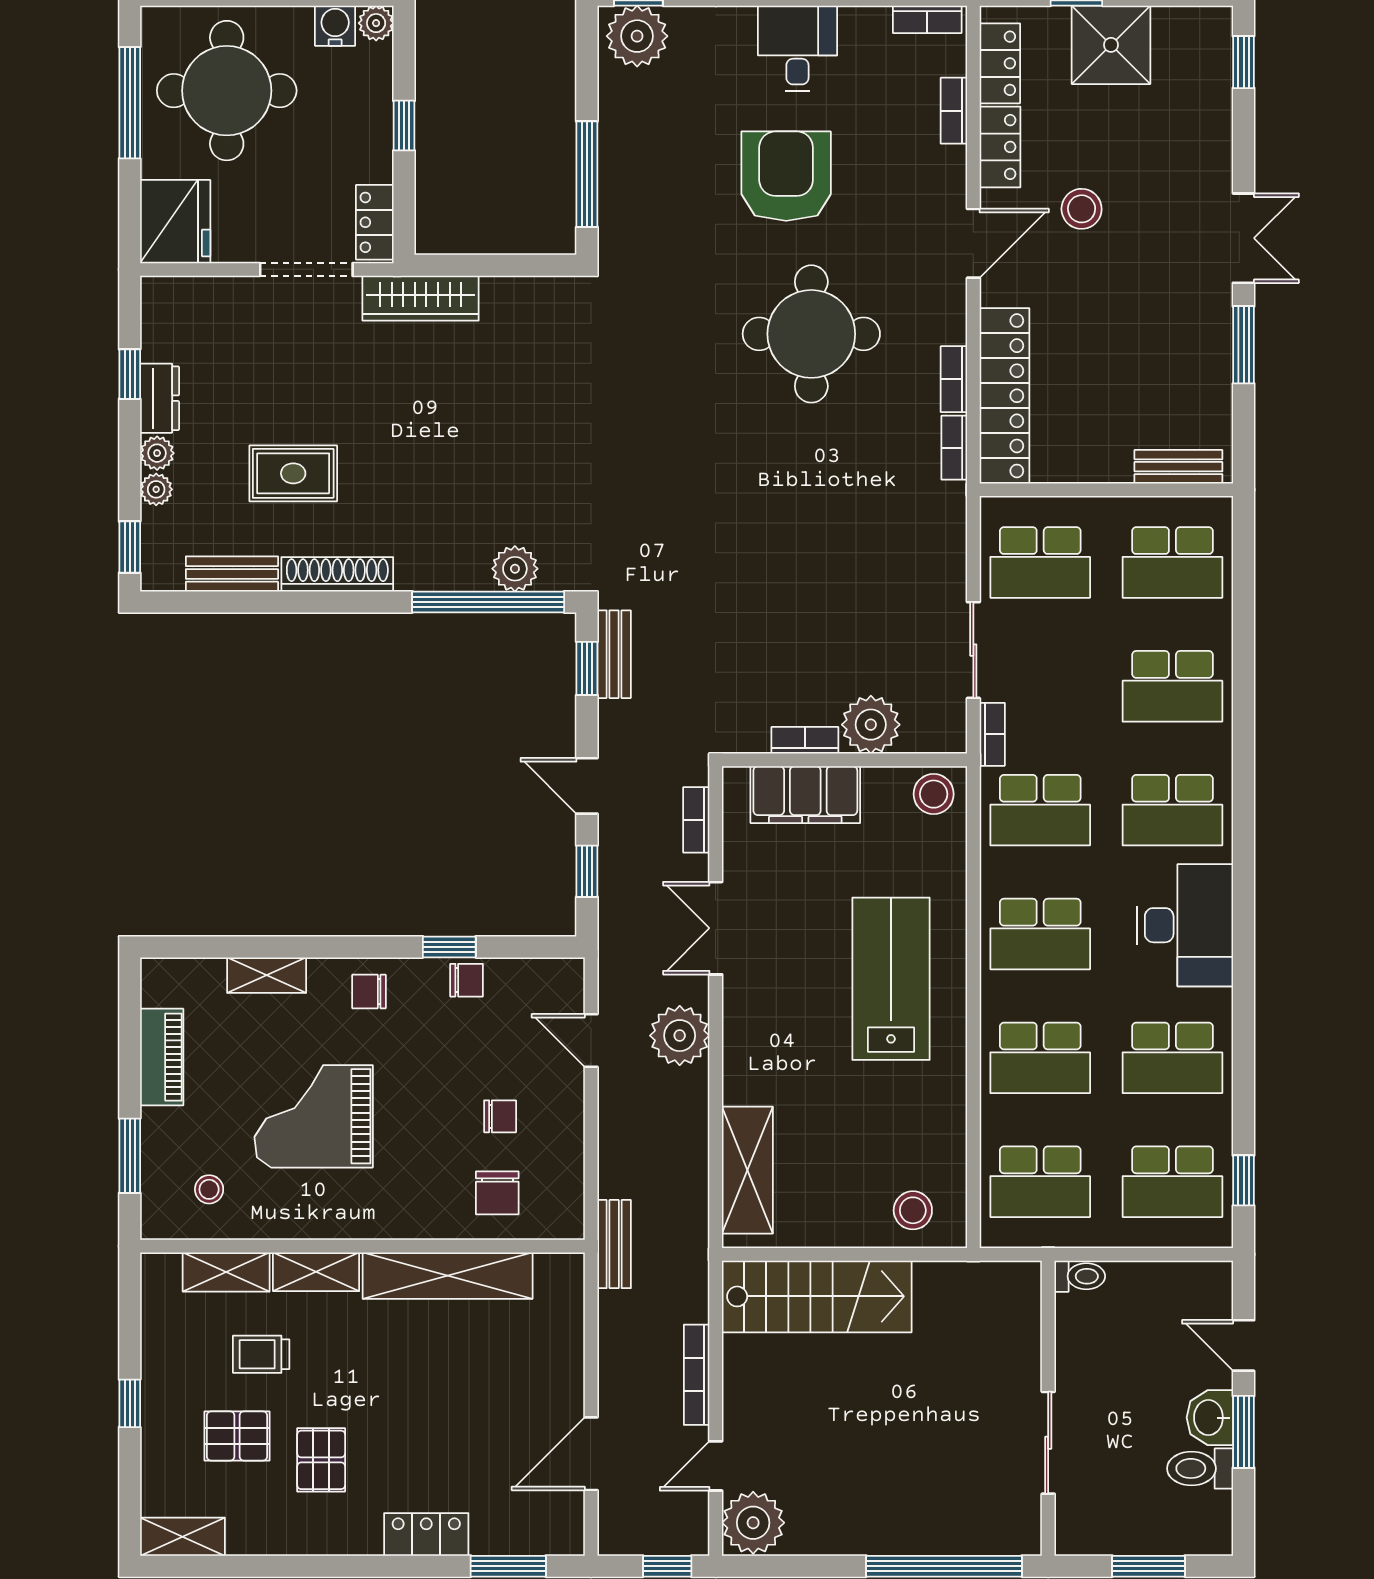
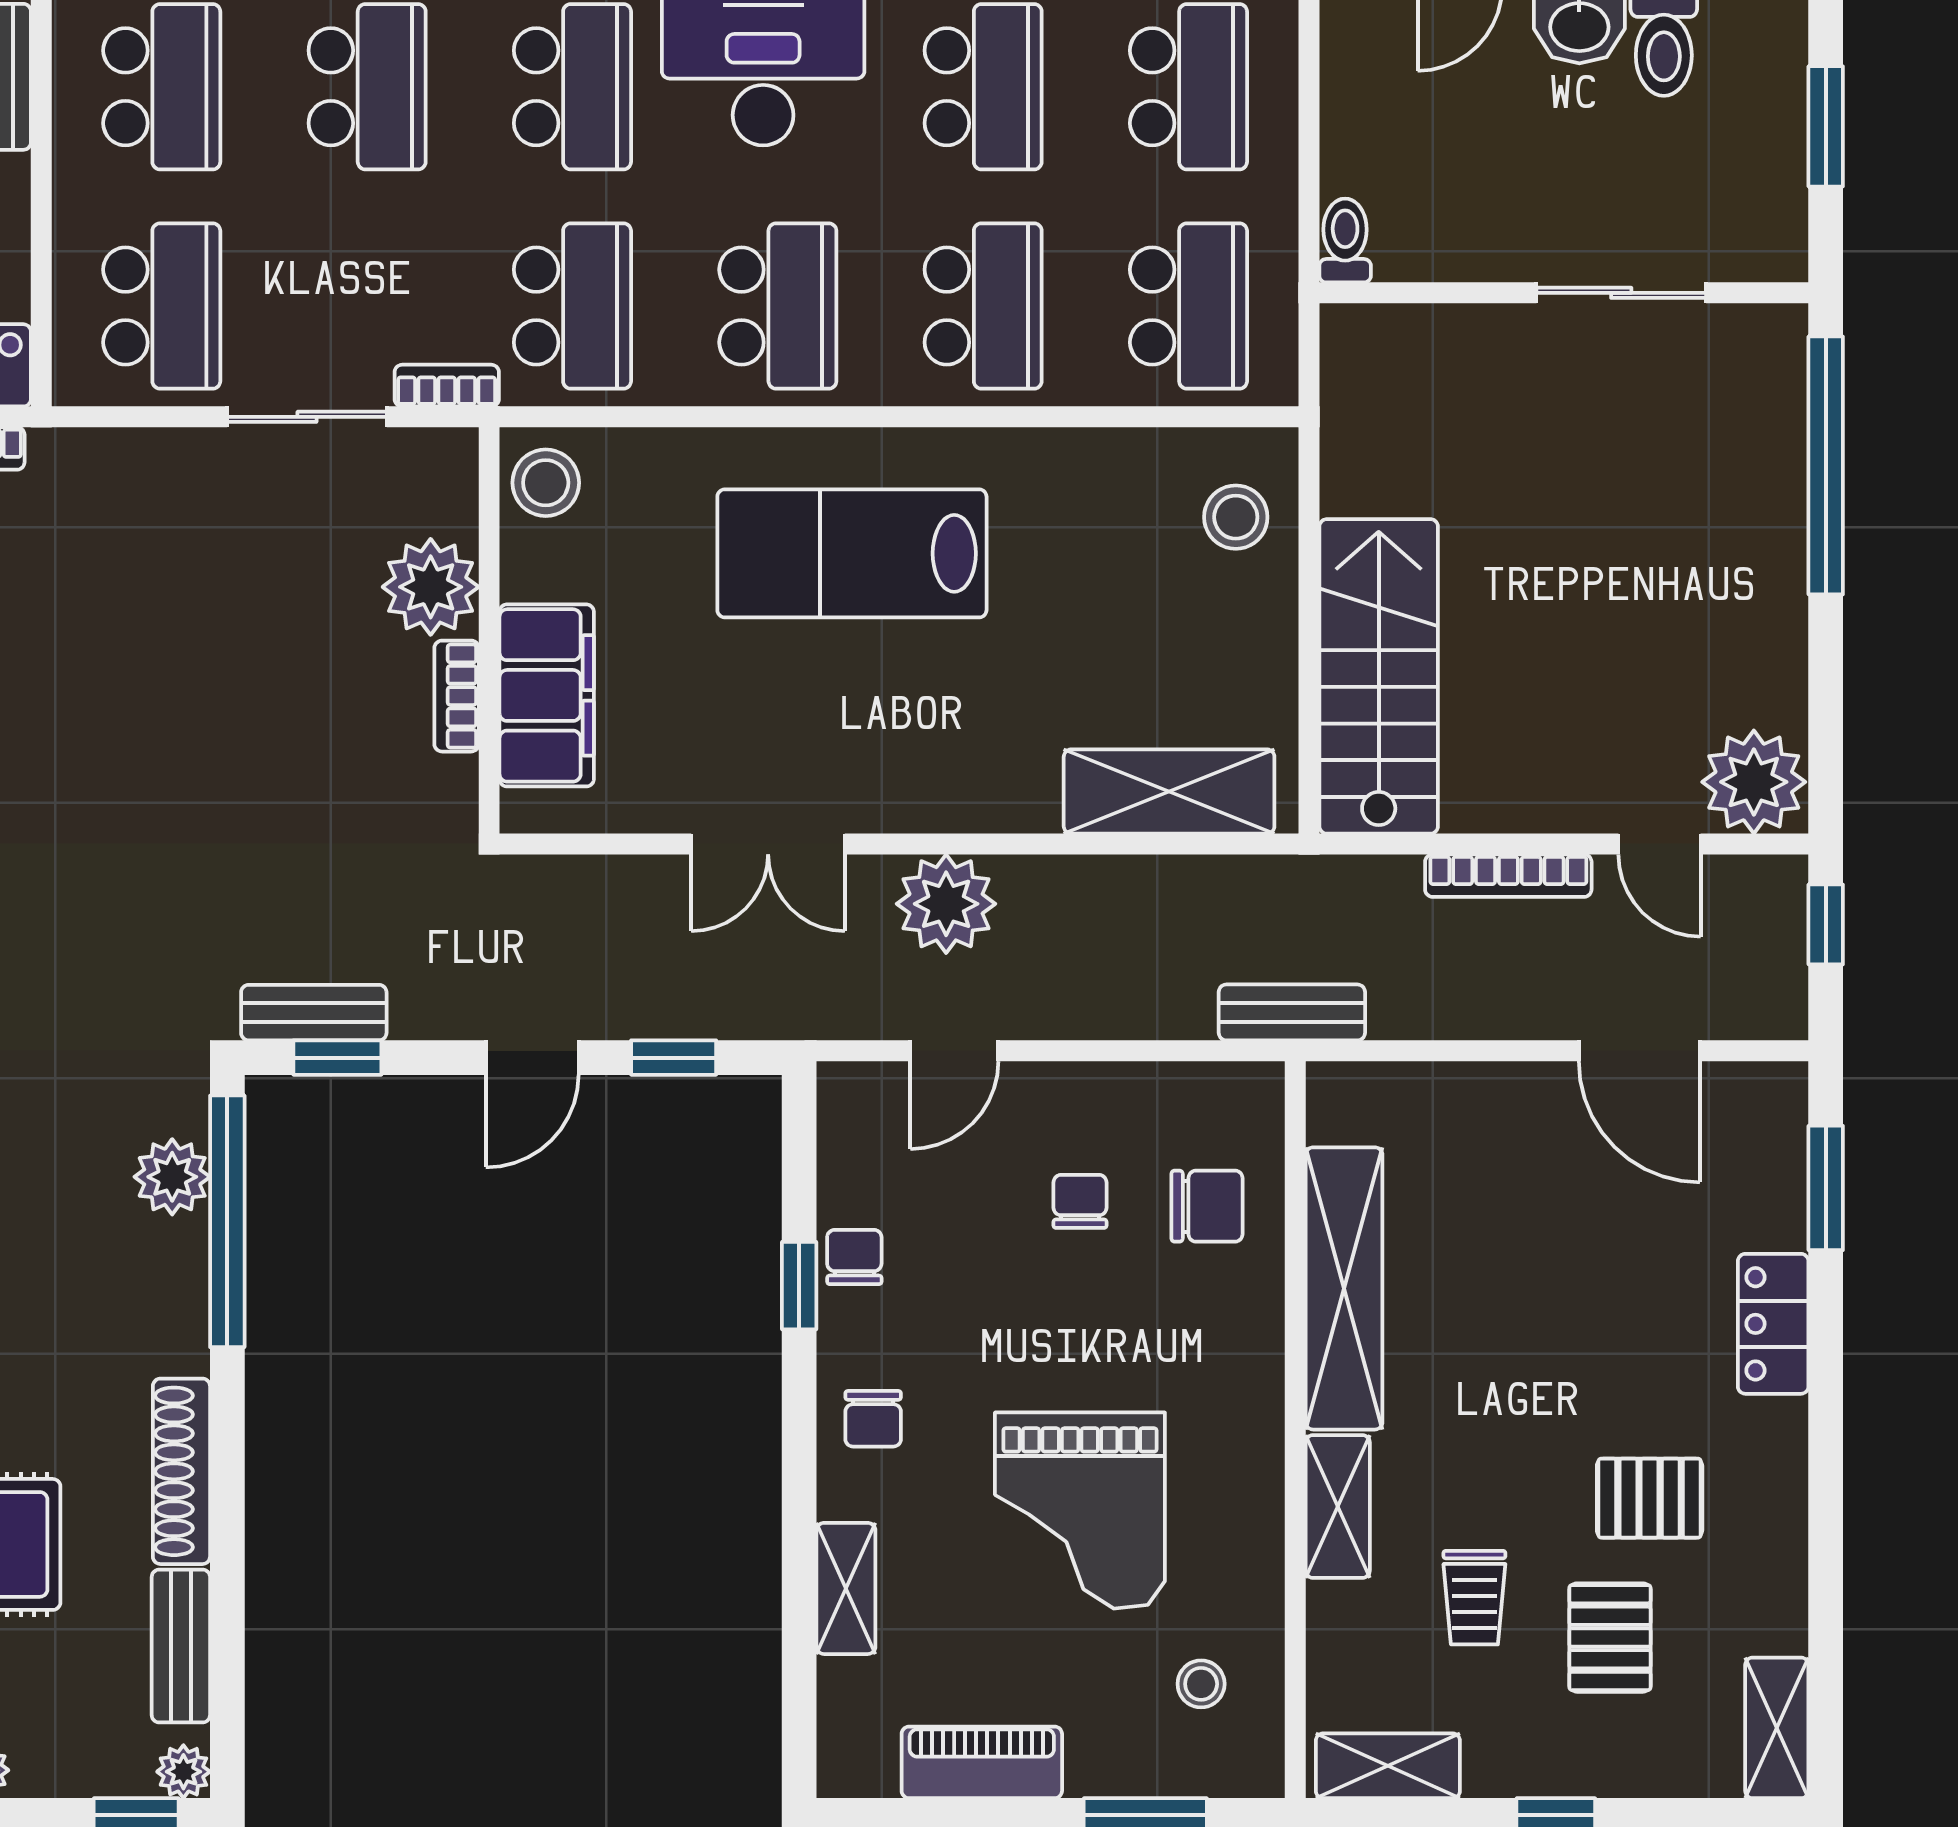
plant: (156, 489) -> (183, 1772), moved
bookcase: (696, 820) -> (588, 876), removed
shelving: (226, 1272) -> (1388, 1766), moved, turned 90

